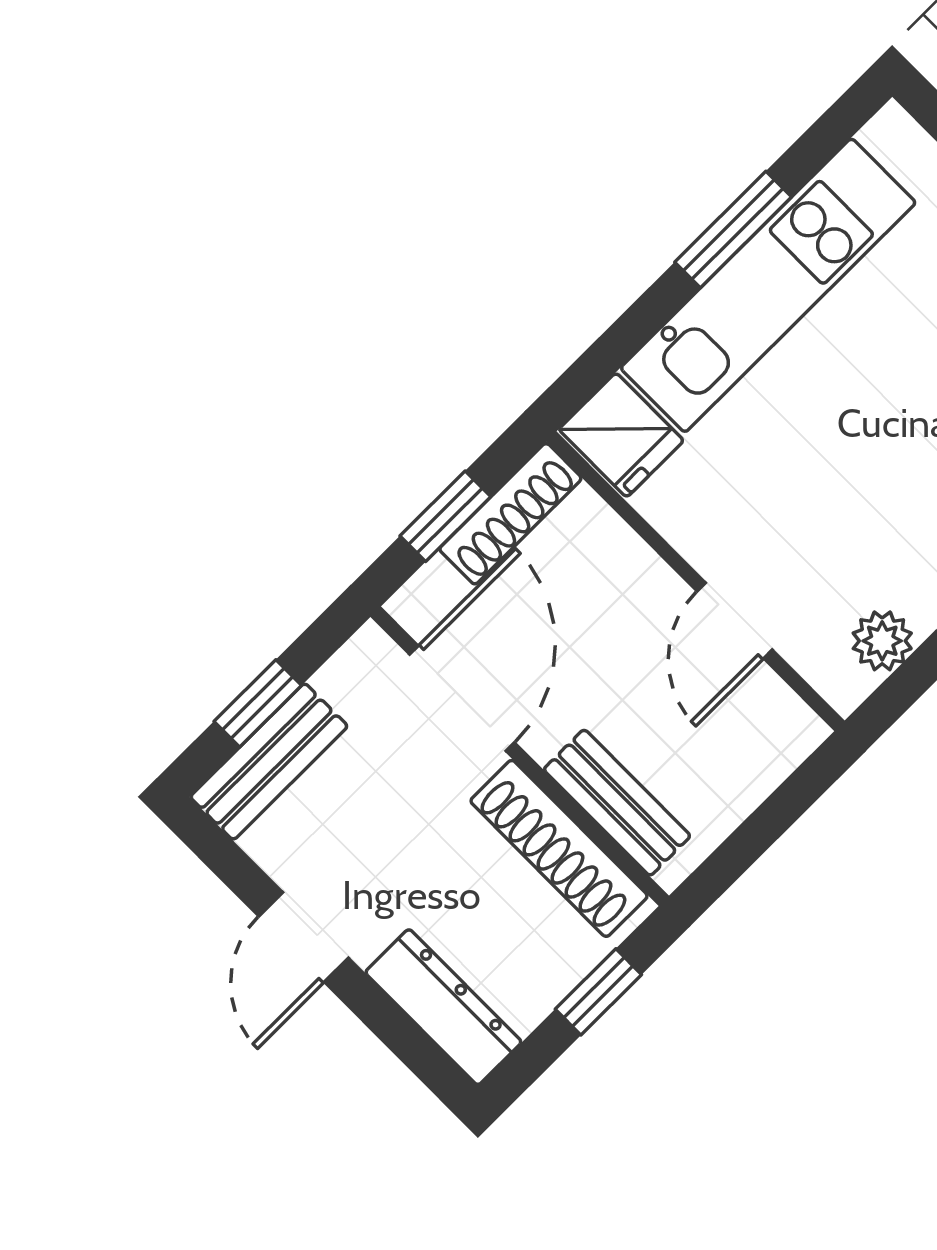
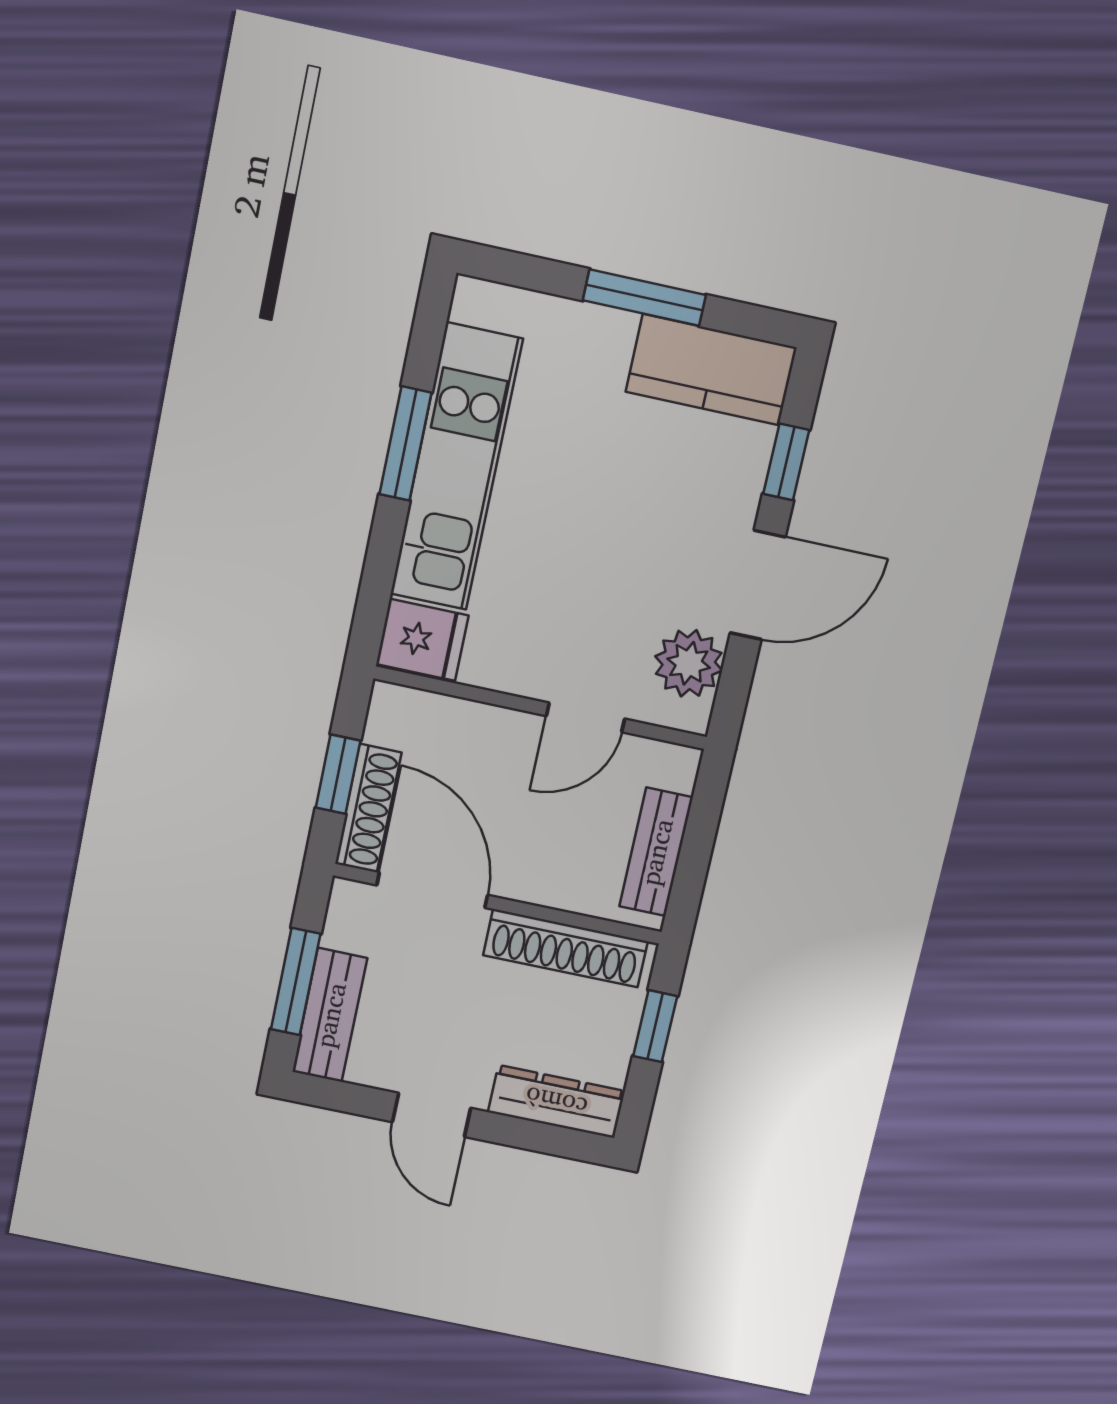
shoe rack: (510, 514) -> (368, 808), moved
door: (735, 621) -> (585, 717), hinge flipped
plant: (882, 641) -> (689, 663), width x1.38, depth x1.38
window: (258, 703) -> (296, 982), width x1.50
bench: (617, 803) -> (656, 852), moved, turned 90

